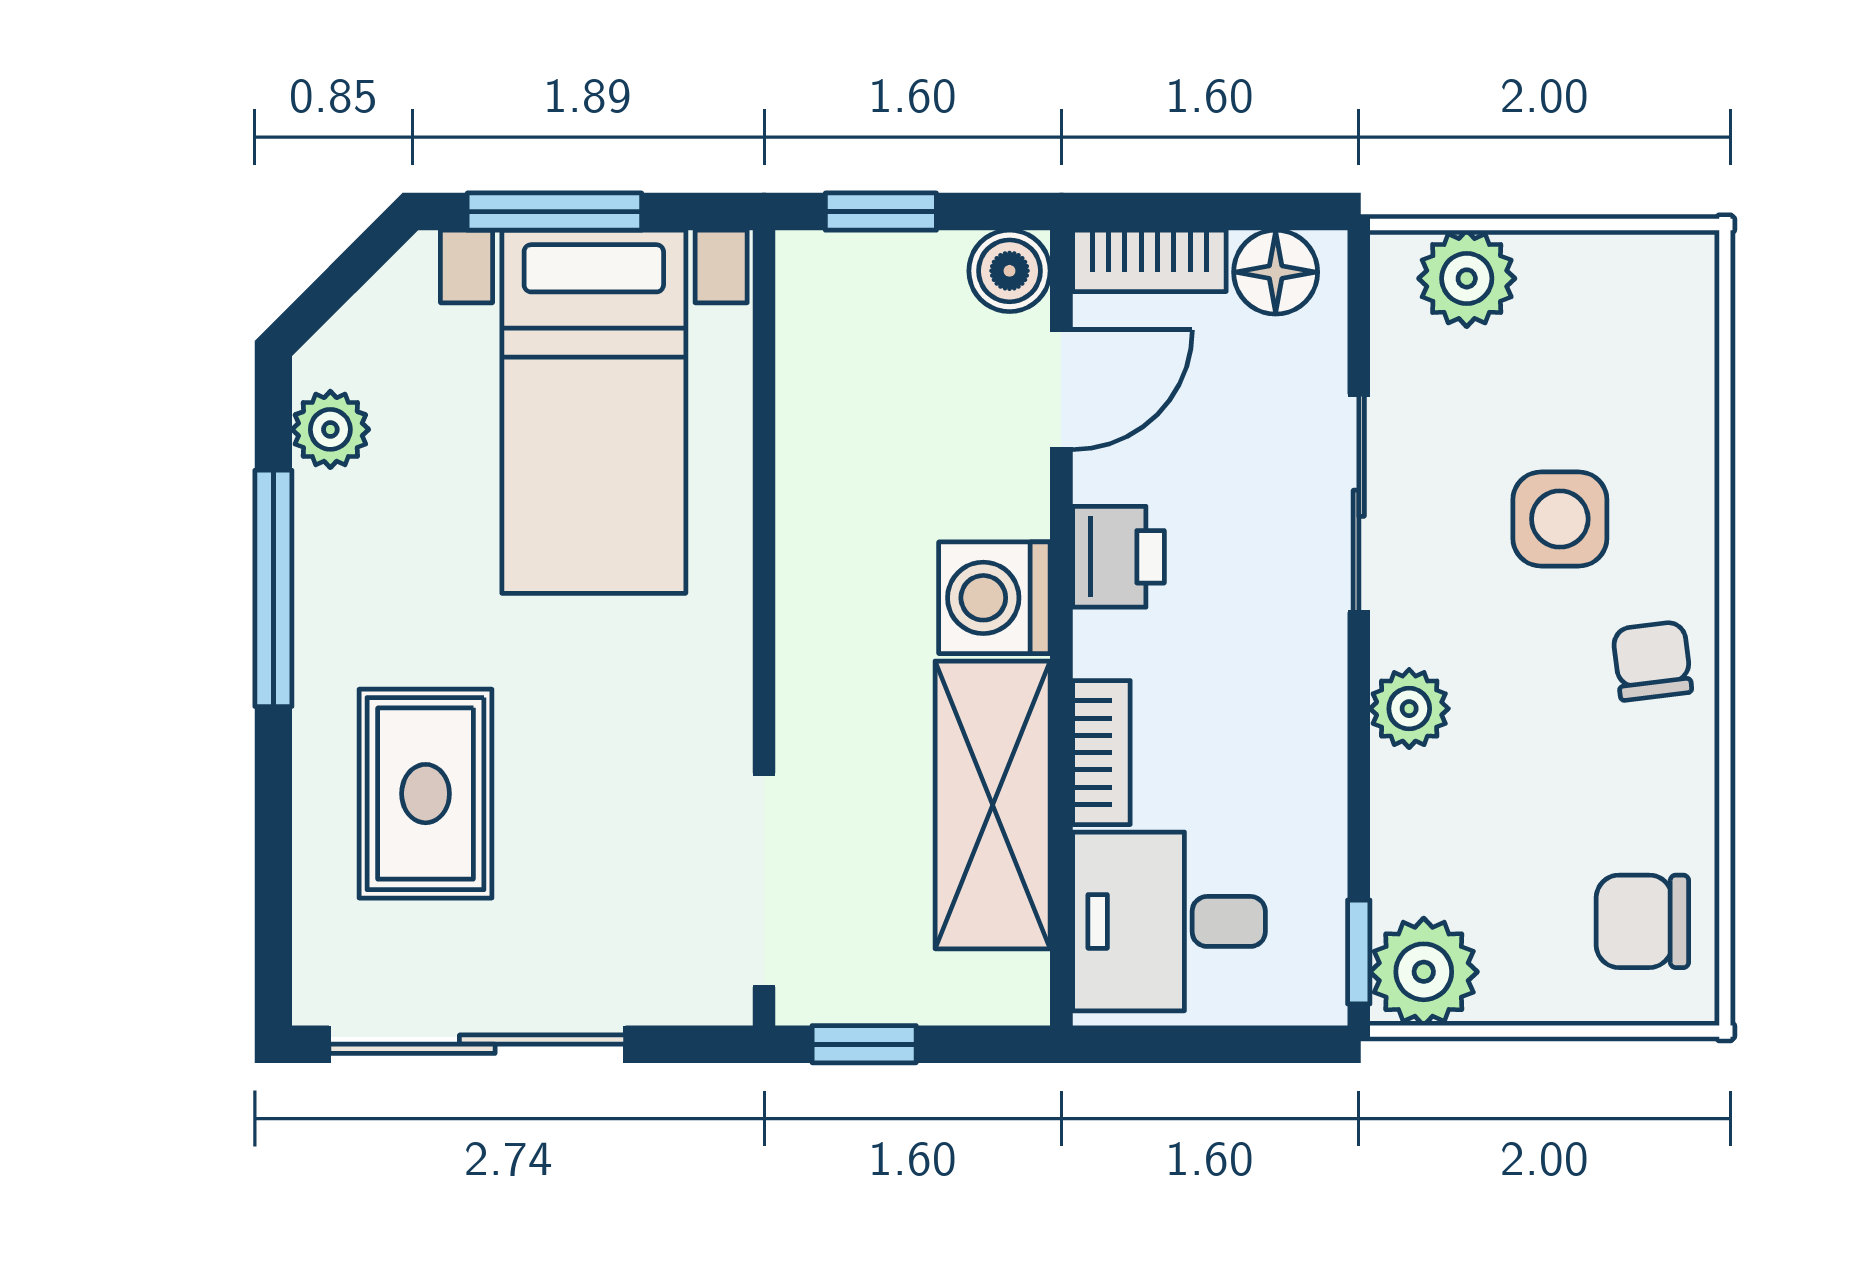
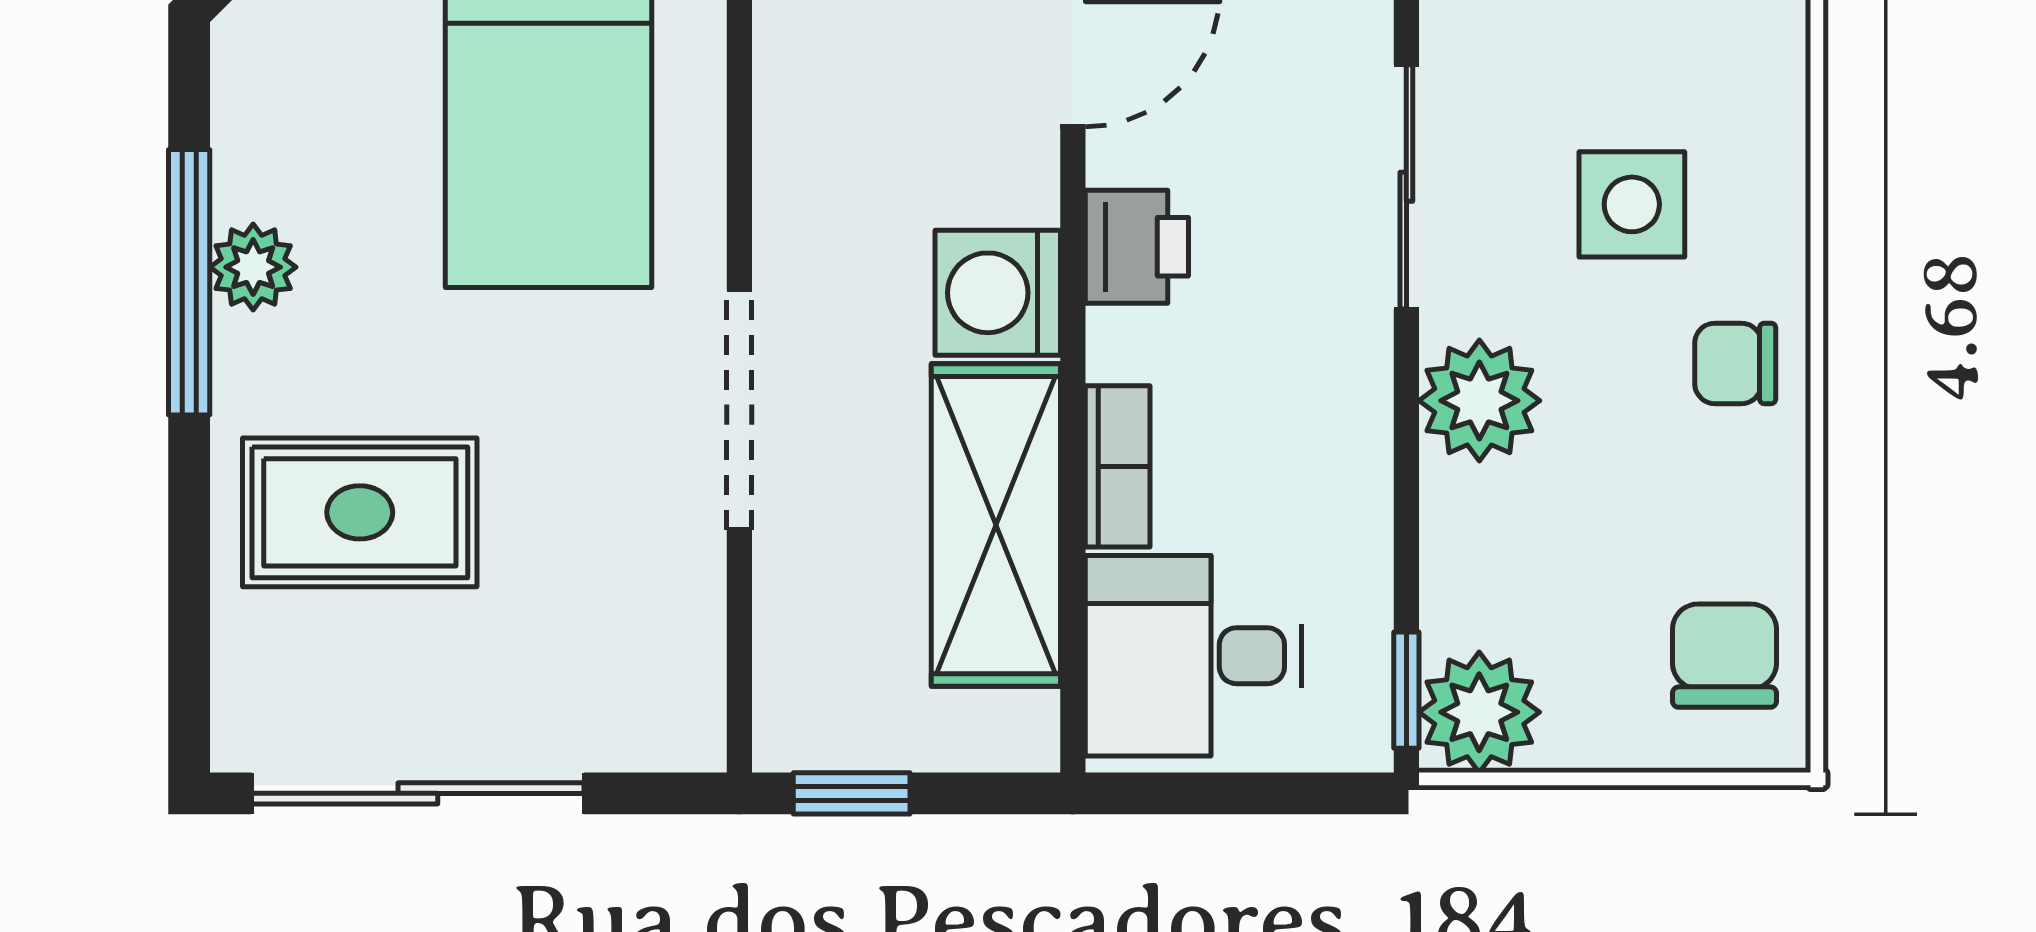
plant: (330, 429) -> (253, 267), moved
chair: (1652, 661) -> (1735, 363), turned -83
plant: (1409, 709) -> (1479, 401), width x1.38, depth x1.38
rug: (426, 794) -> (360, 512), turned 90
doorway: (764, 880) -> (739, 410), moved
chair: (1642, 921) -> (1724, 656), turned 90

